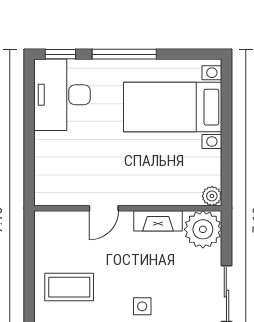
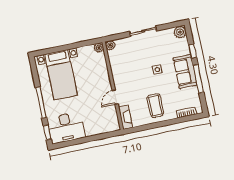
door: (104, 208) -> (115, 97), swing flipped
fireplace: (158, 221) -> (126, 117), moved
plant: (203, 229) -> (110, 45), width x0.53, depth x0.53

